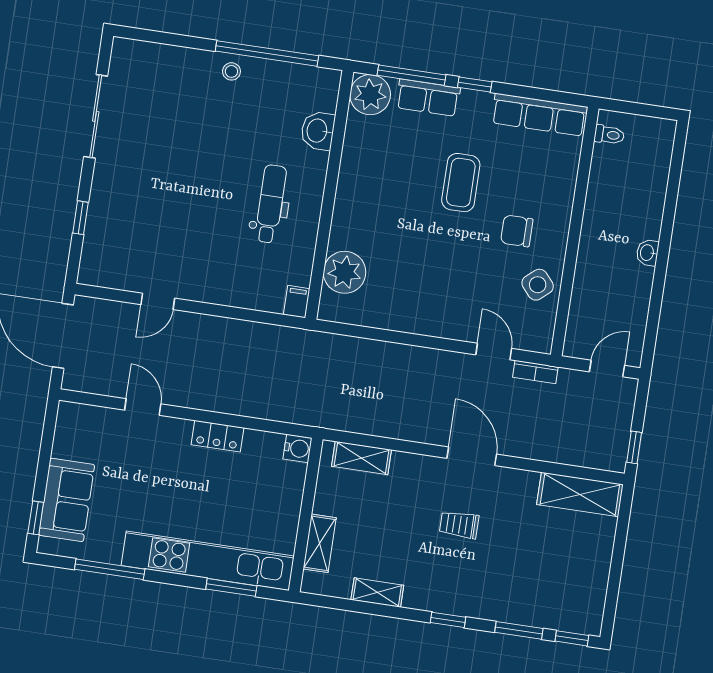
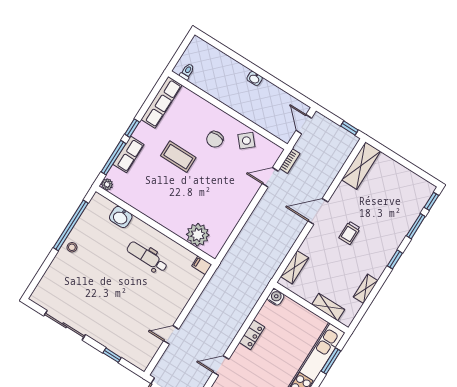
plant: (370, 95) -> (107, 184), width x0.53, depth x0.53
door: (158, 301) -> (171, 335), swing flipped

